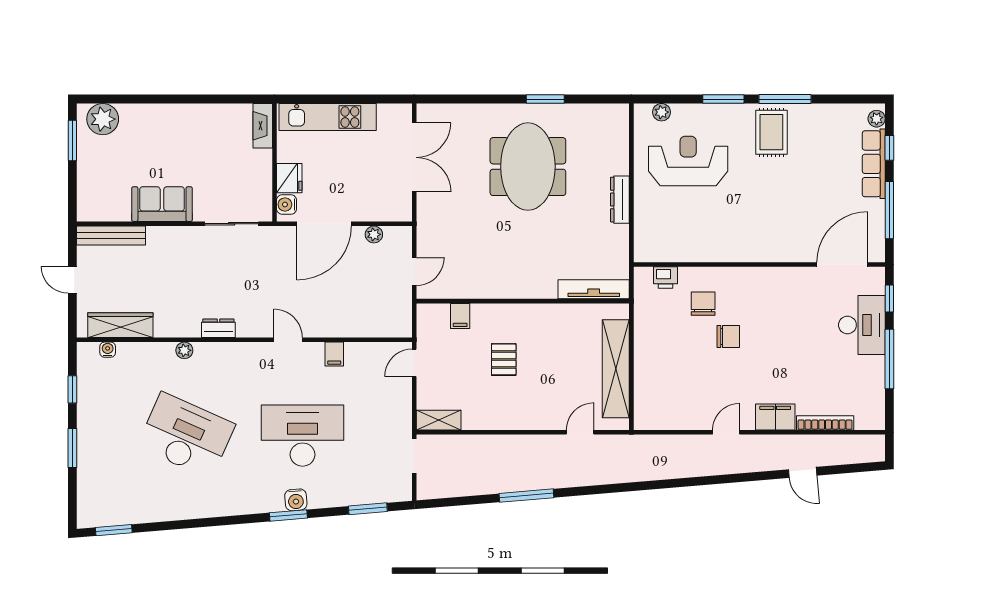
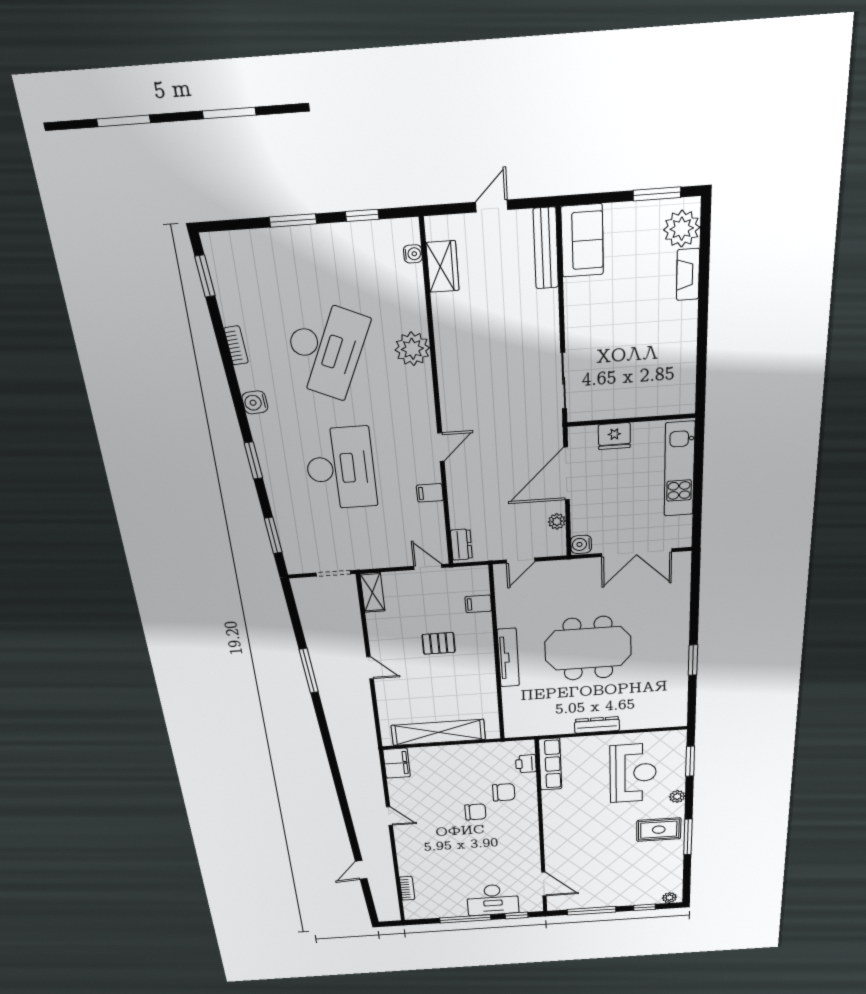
window: (723, 99) -> (690, 761), moved
plant: (662, 112) -> (677, 796), moved
fireplace: (263, 126) -> (688, 274), moved, turned -90
row of seats: (874, 164) -> (550, 764), moved, turned 90
meeting table: (528, 167) -> (588, 648), moved
sofa: (162, 204) -> (582, 241), moved
water cooler: (287, 204) -> (581, 544), moved, turned -90
door: (324, 224) -> (567, 474), hinge flipped
door: (842, 265) -> (544, 884), width x0.73
door: (414, 271) -> (521, 561), hinge flipped
tv unit: (594, 289) -> (508, 658), moved
wardrobe: (120, 325) -> (443, 267), width x0.67
dresser: (218, 328) -> (461, 545), moved
chair: (728, 336) -> (475, 812), turned -90
plant: (184, 350) -> (412, 349), width x1.88, depth x1.88
filing cabinet: (775, 417) -> (397, 763), moved
bookcase: (825, 423) -> (407, 888), width x0.64
door: (580, 432) -> (370, 668), moved
water cooler: (296, 500) -> (255, 402), moved
bookcase: (177, 513) -> (236, 345), added

